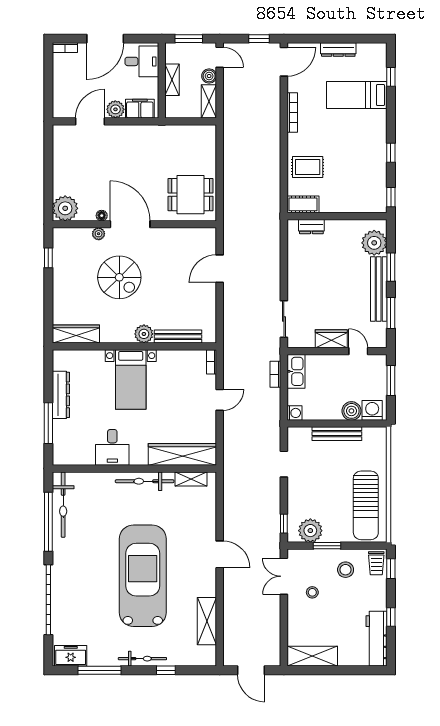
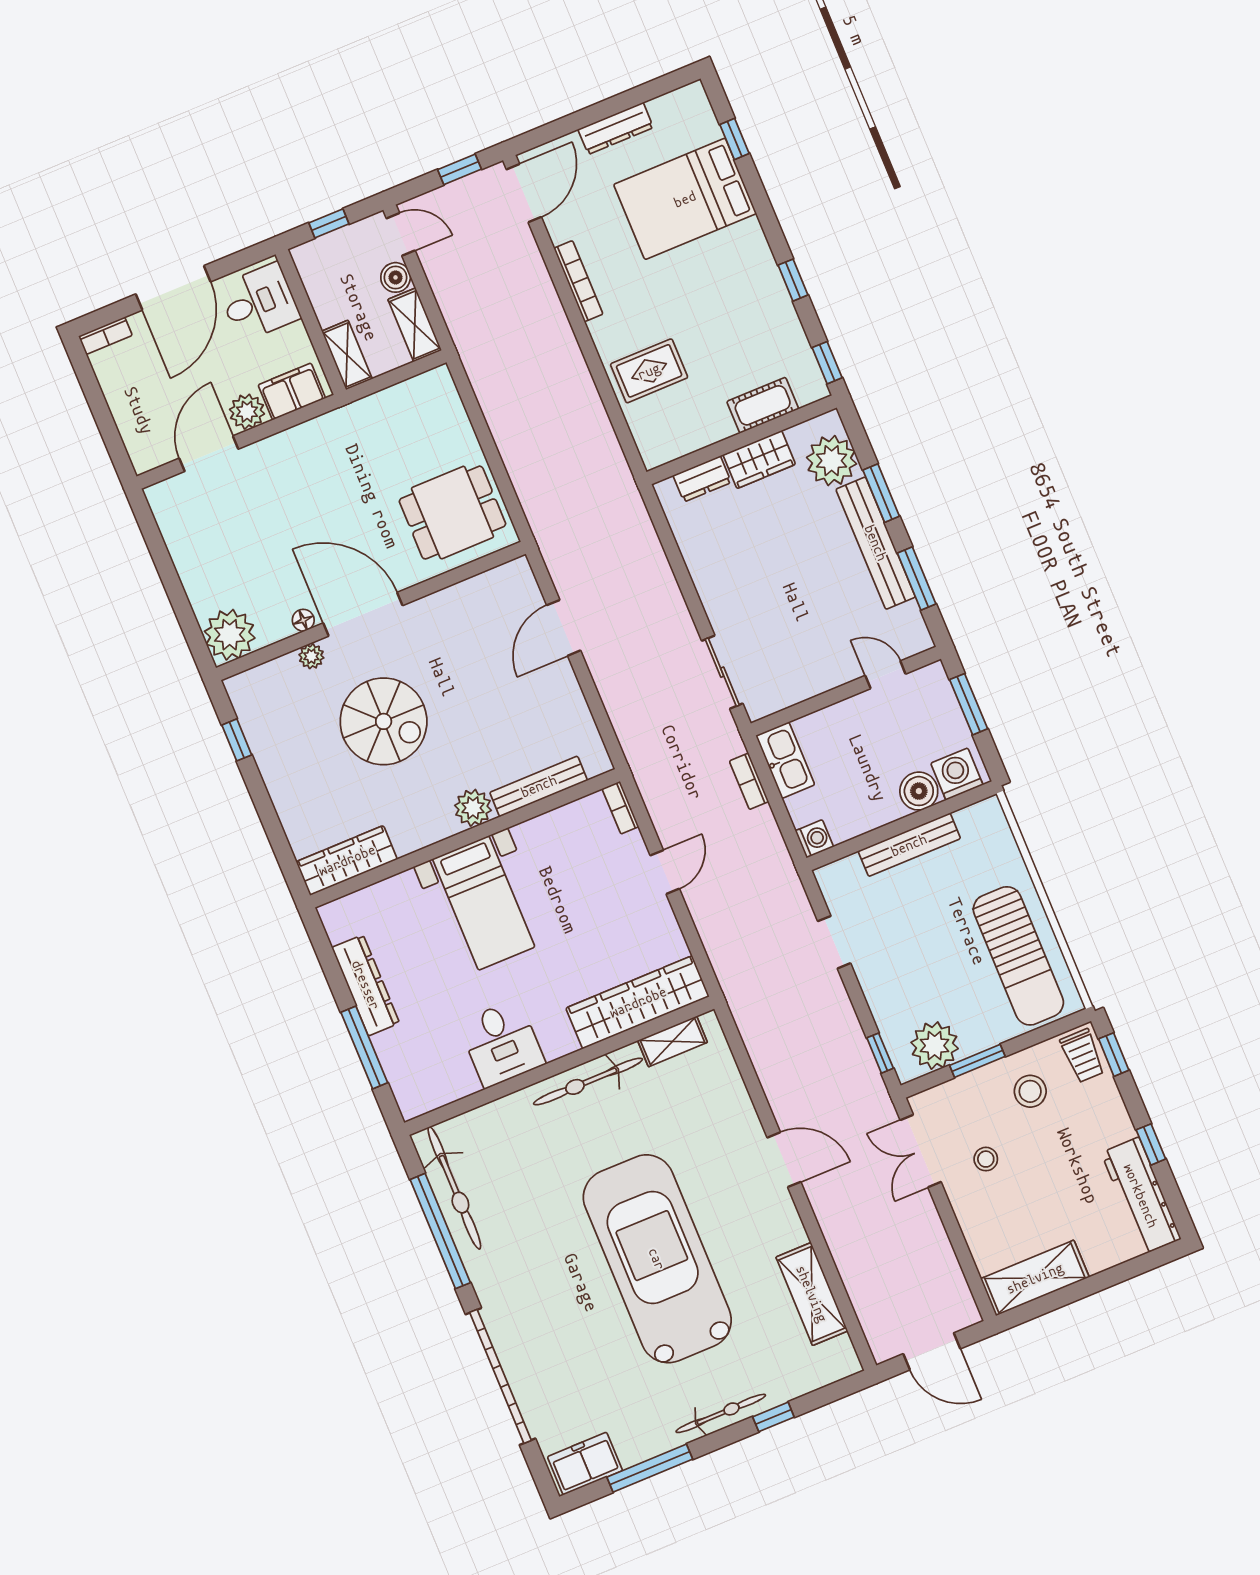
window: (189, 39) -> (329, 223), width x0.67
shelving: (172, 80) -> (347, 355), moved
bed: (357, 95) -> (685, 199), width x1.50
cot: (303, 204) -> (763, 405), moved
wardrobe: (331, 339) -> (759, 460), moved, turned 180

